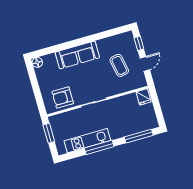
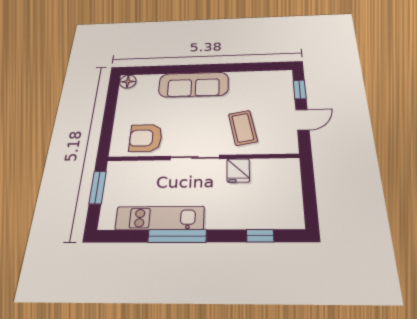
coffee table: (119, 65) -> (243, 128), moved
fridge: (144, 97) -> (238, 170), moved
window: (139, 136) -> (260, 236), width x0.46

